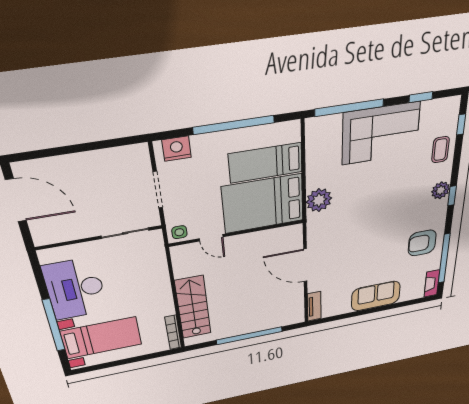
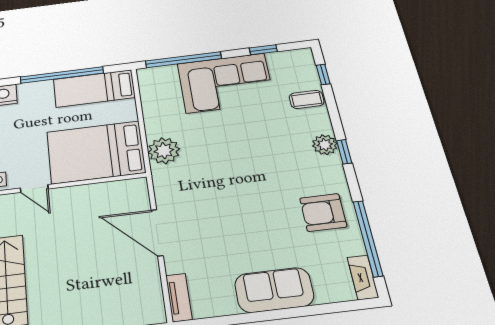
coffee table: (440, 150) -> (307, 99), turned 90
bed: (266, 163) -> (94, 88), moved

